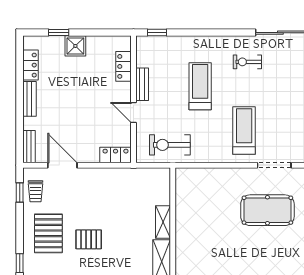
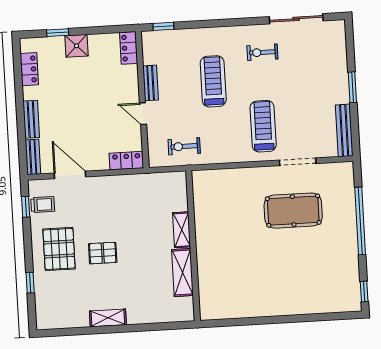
locker: (124, 66) -> (129, 48), moved
bench: (29, 99) -> (31, 119), moved
exercise bike: (170, 145) -> (184, 146), width x0.73, depth x0.72
trolley: (36, 191) -> (43, 205), turned -90

